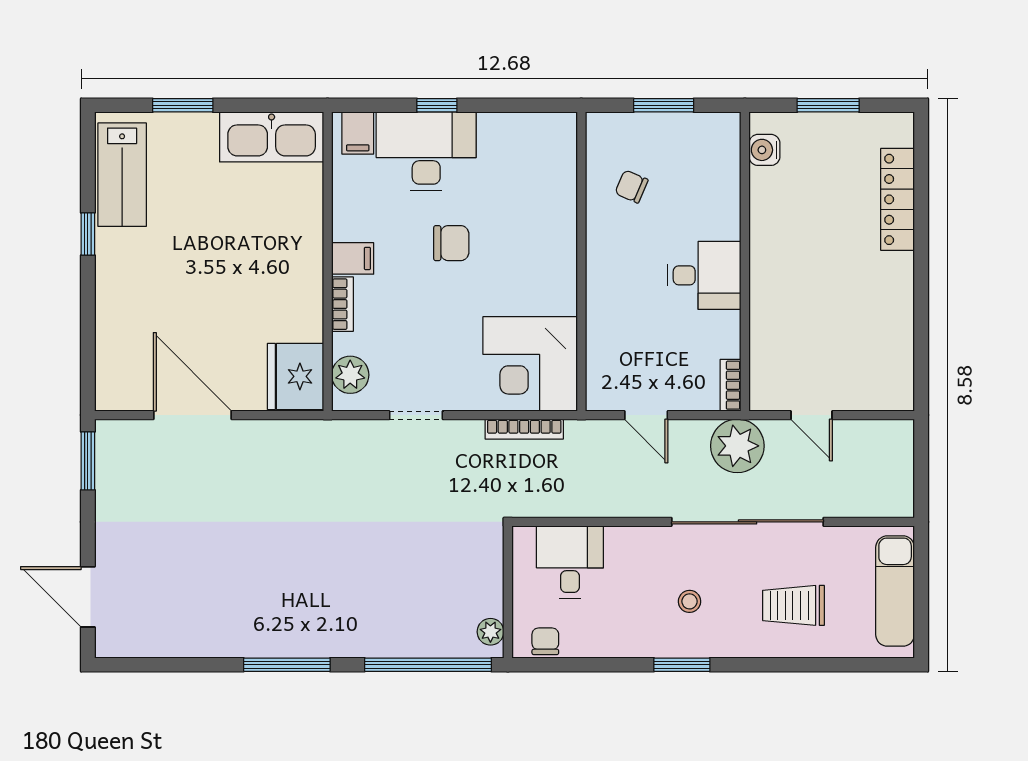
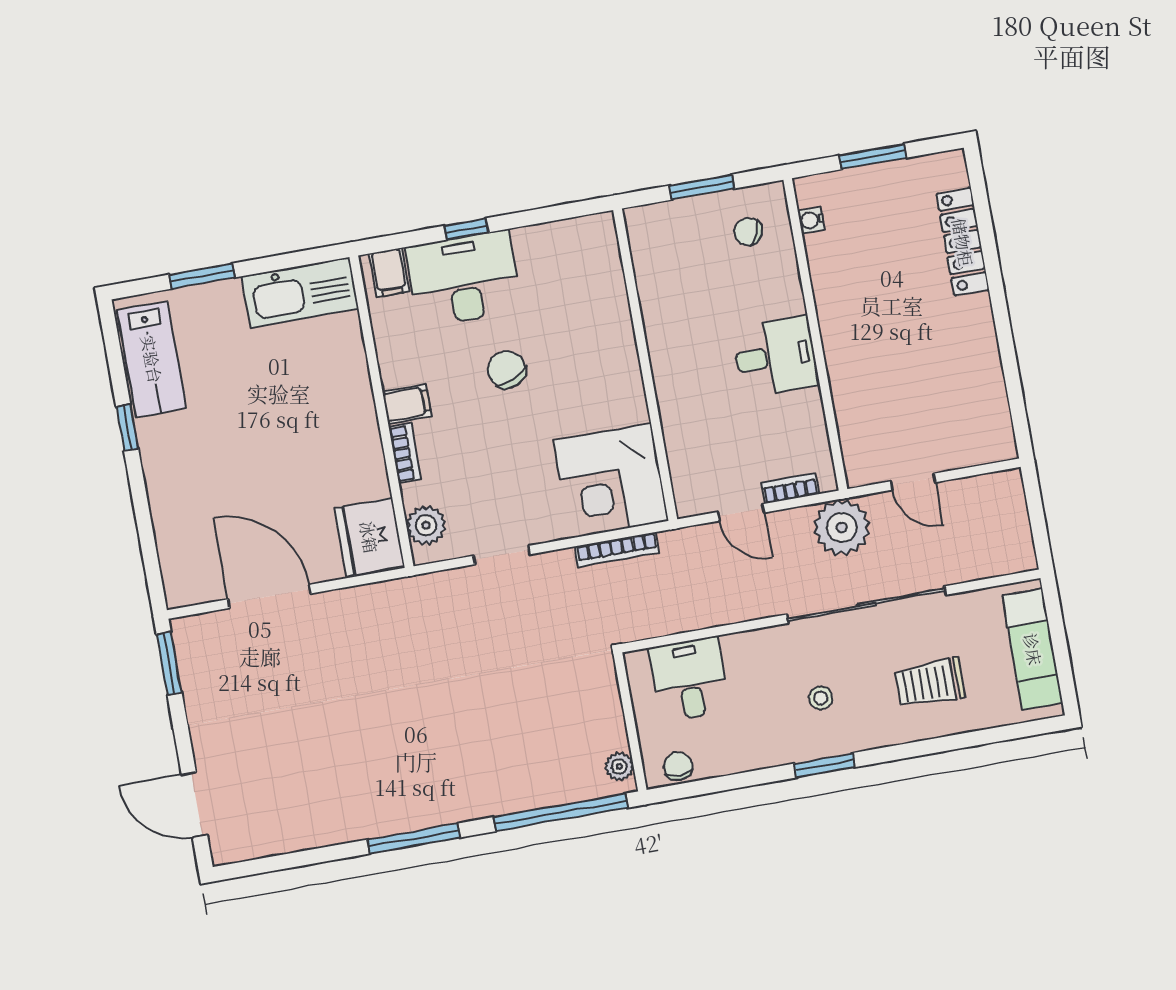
water cooler: (764, 150) -> (811, 220), width x0.72, depth x0.72
chair: (631, 187) -> (748, 232), moved
chair: (451, 243) -> (507, 370), turned -114
bookcase: (730, 385) -> (790, 488), moved, turned 90

